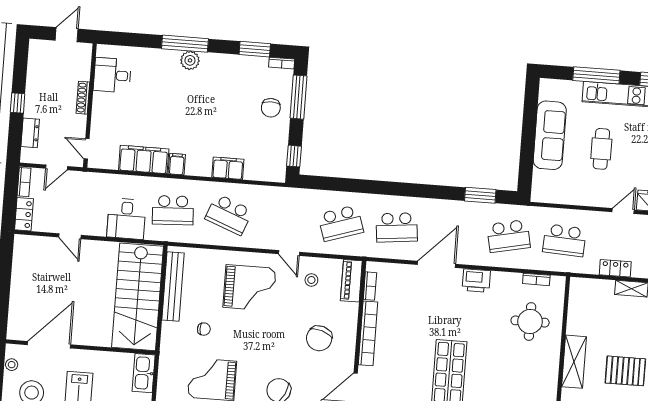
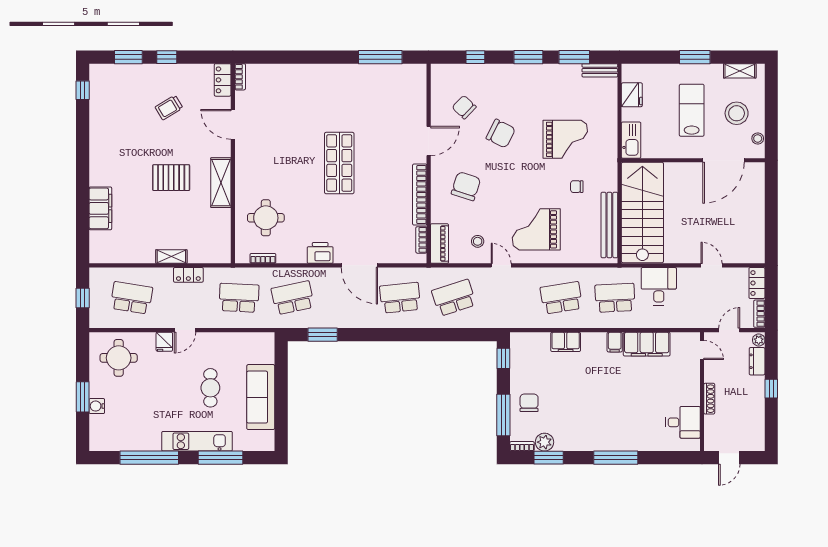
plant: (190, 60) -> (544, 442), moved
plant: (27, 155) -> (759, 340), added
school desk: (229, 215) -> (561, 298), turned -30
door: (436, 264) -> (359, 265), hinge flipped

